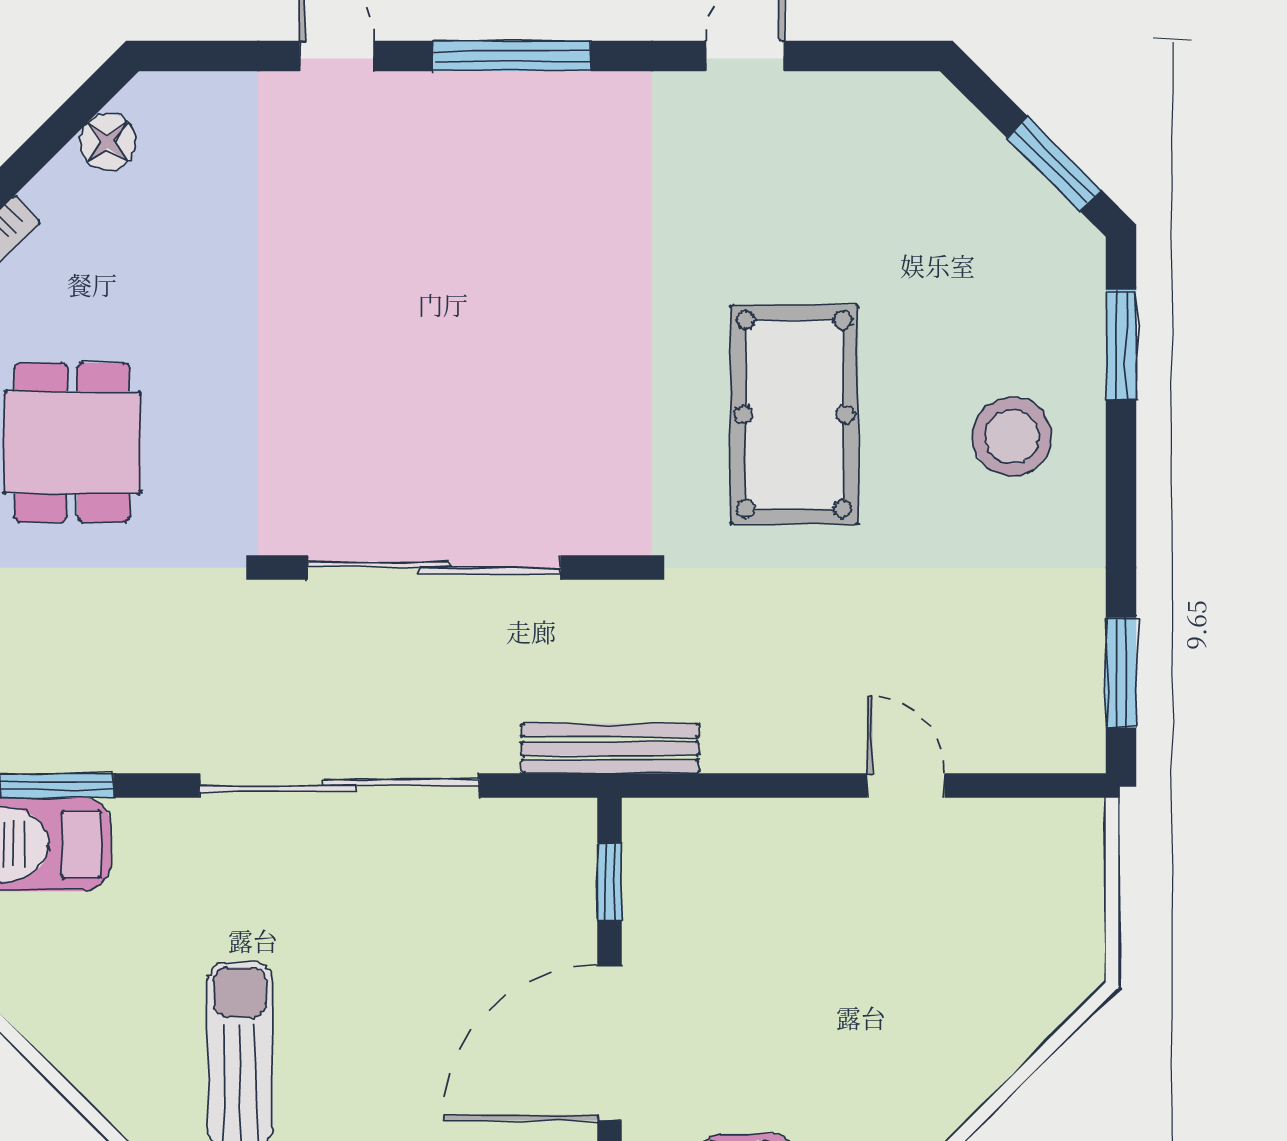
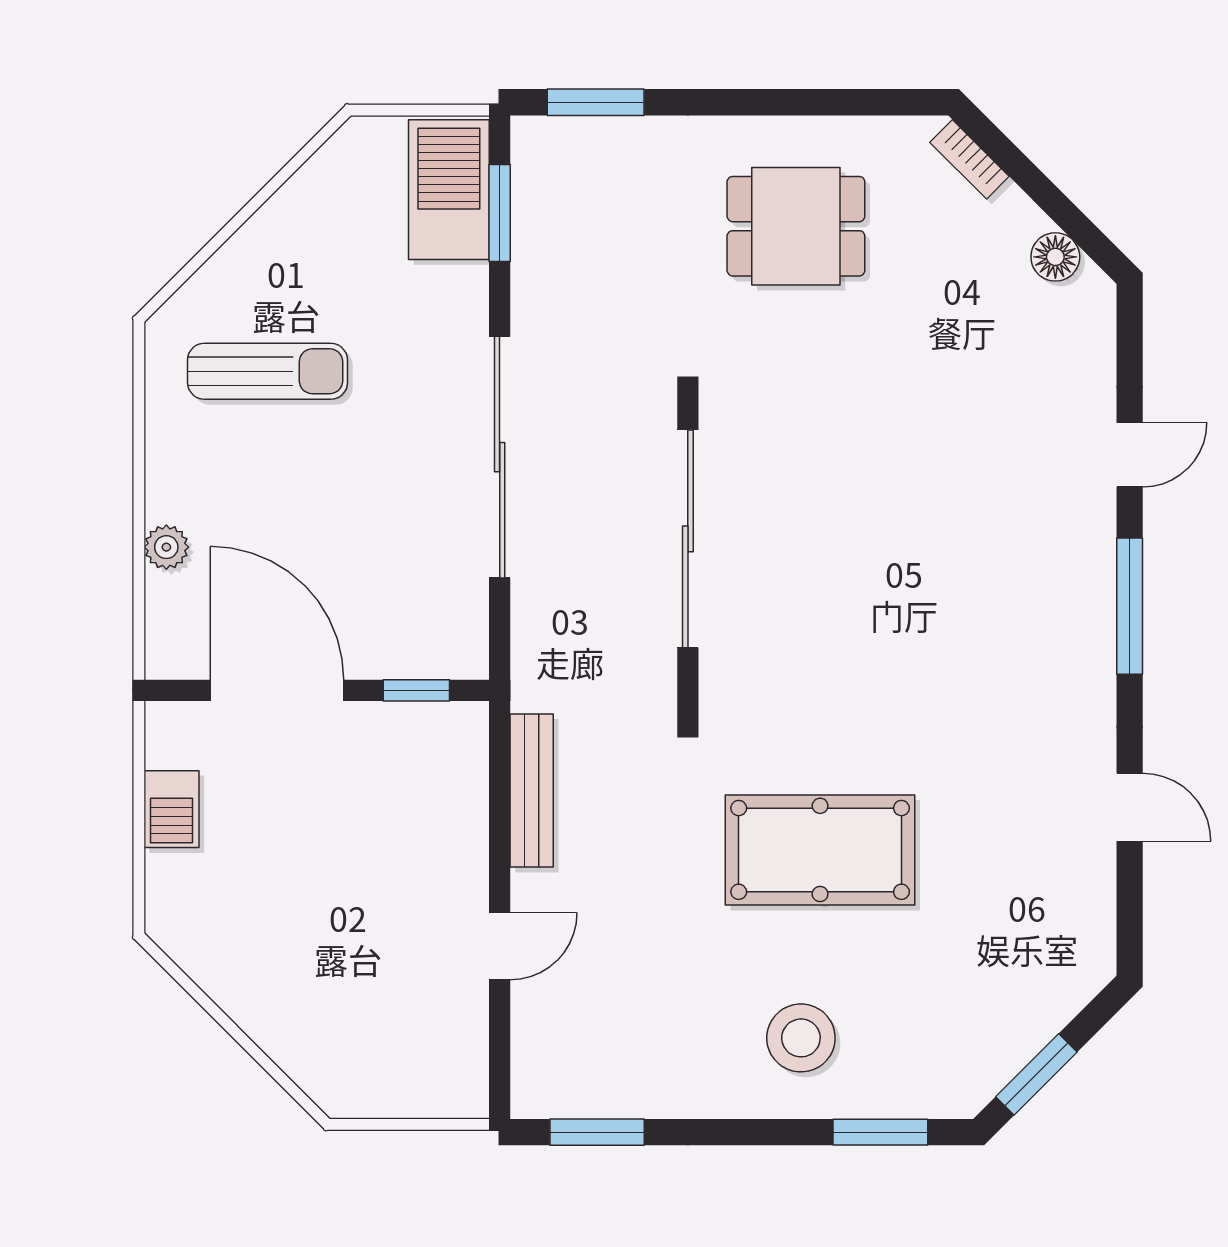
bench: (610, 749) -> (532, 790), moved

